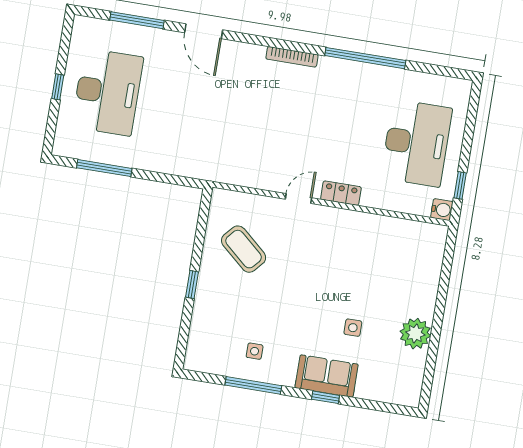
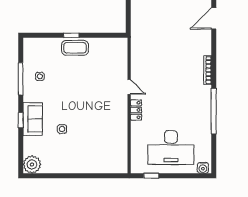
water cooler: (442, 210) -> (203, 168), moved
coffee table: (244, 249) -> (75, 48), moved, turned 49
plant: (415, 334) -> (32, 164), moved

